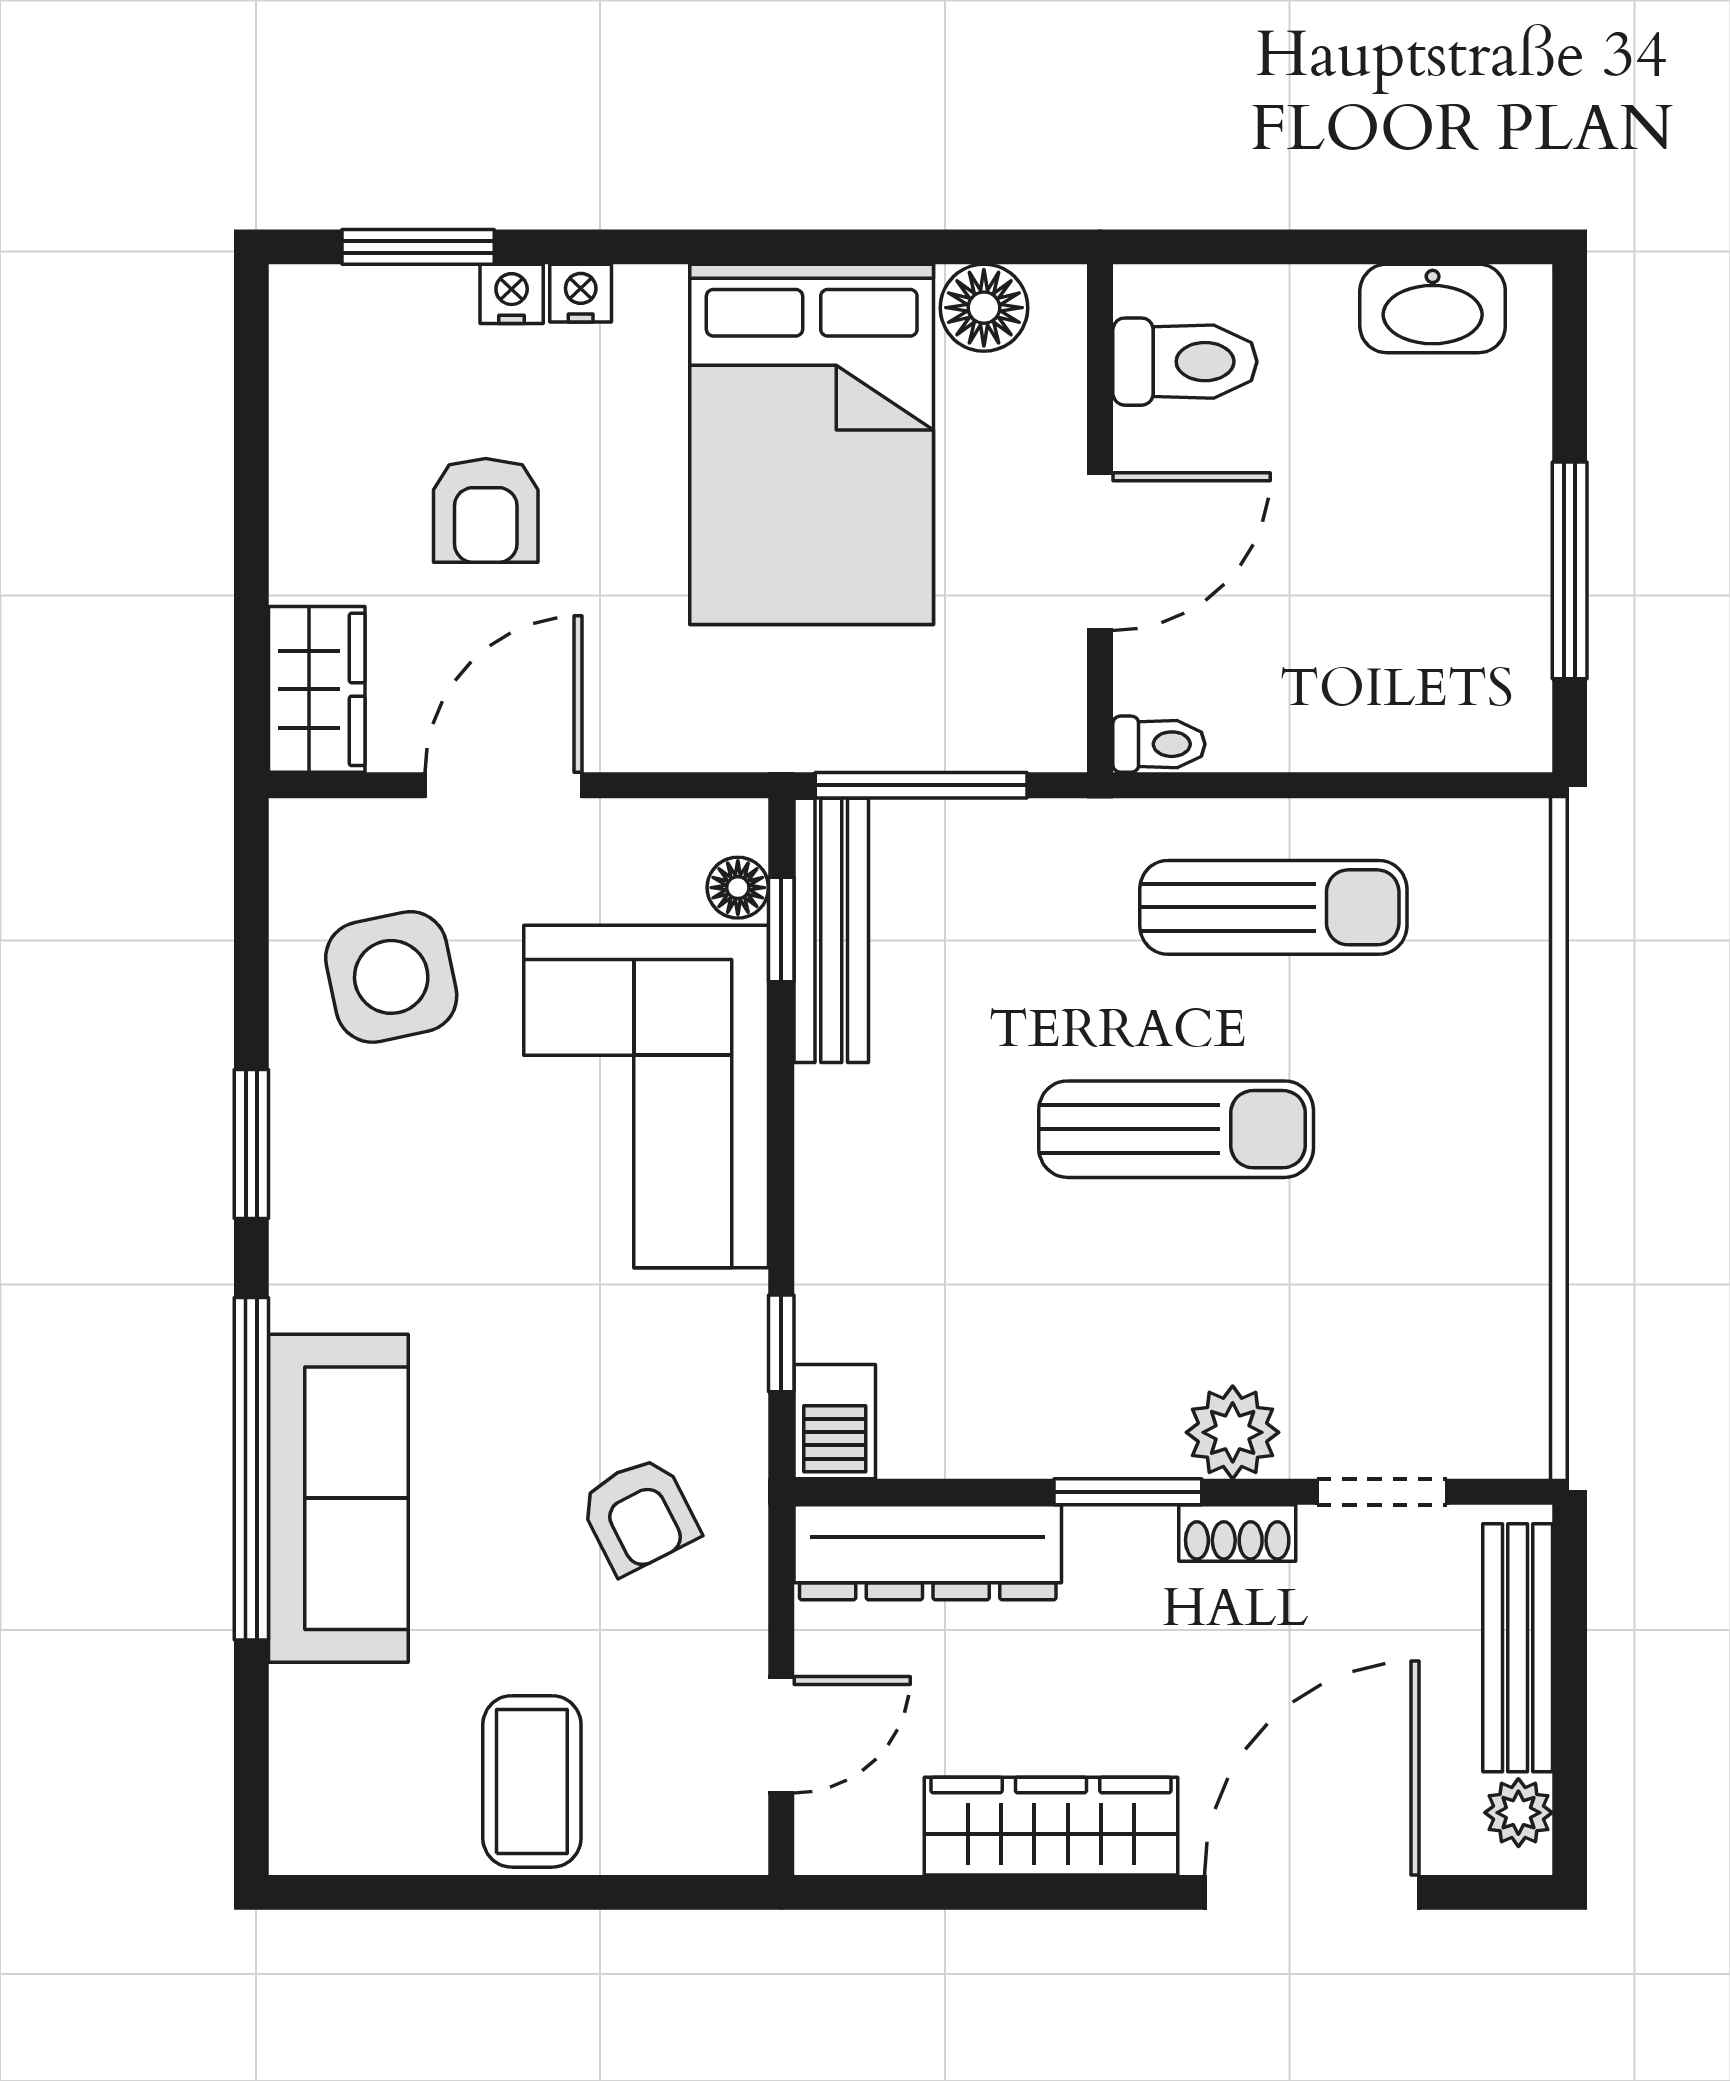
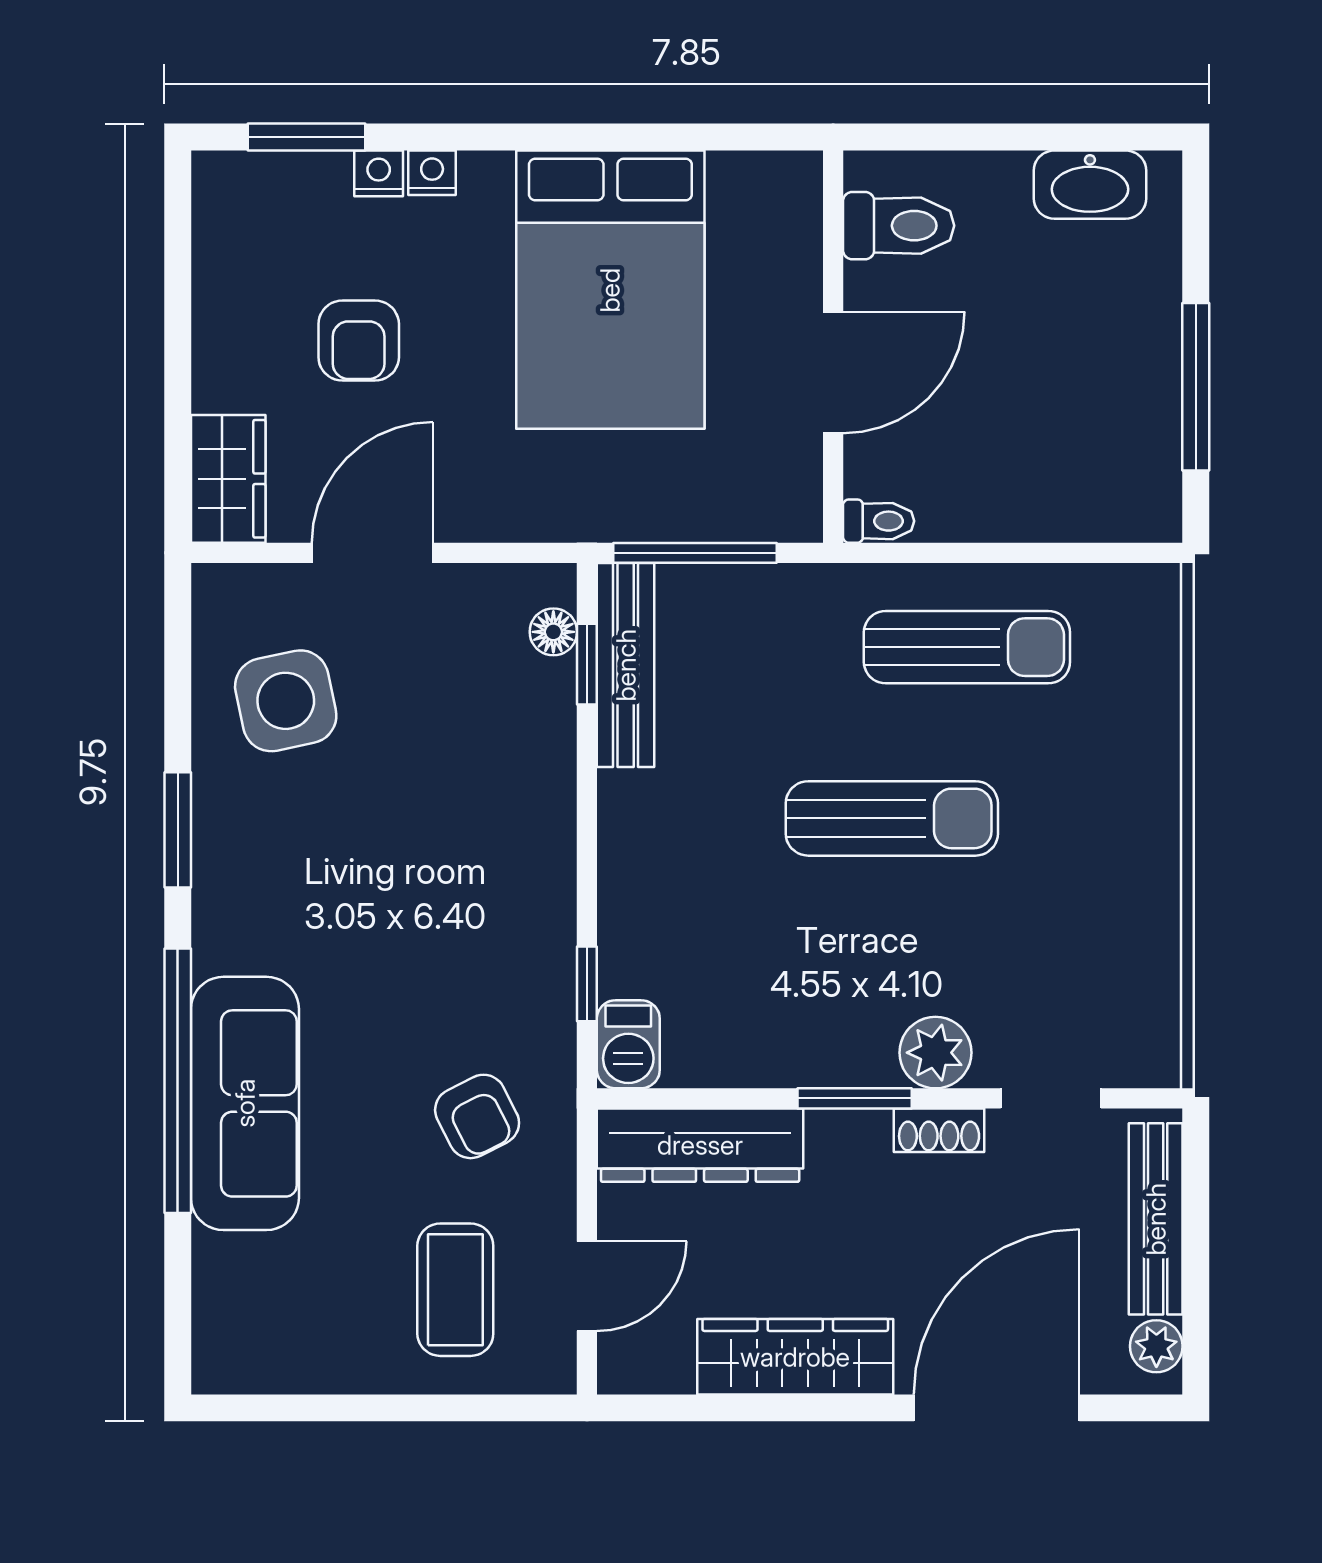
floor lamp: (984, 308) -> (743, 184), removed
corner sofa: (646, 1096) -> (483, 793), removed
coffee table: (532, 1781) -> (455, 1290), moved

